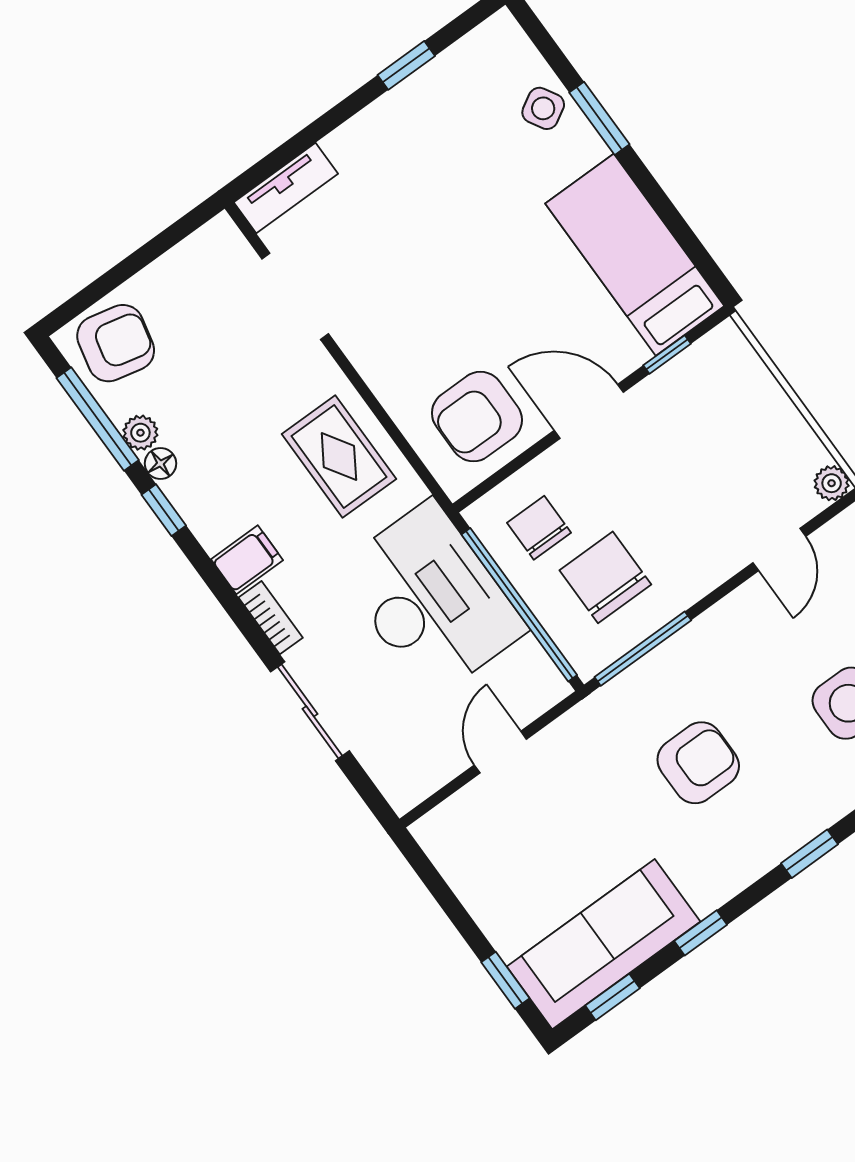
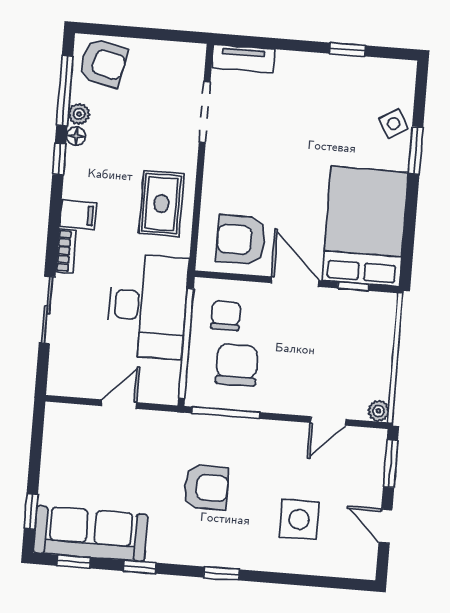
bed: (635, 255) -> (365, 226), width x1.50

